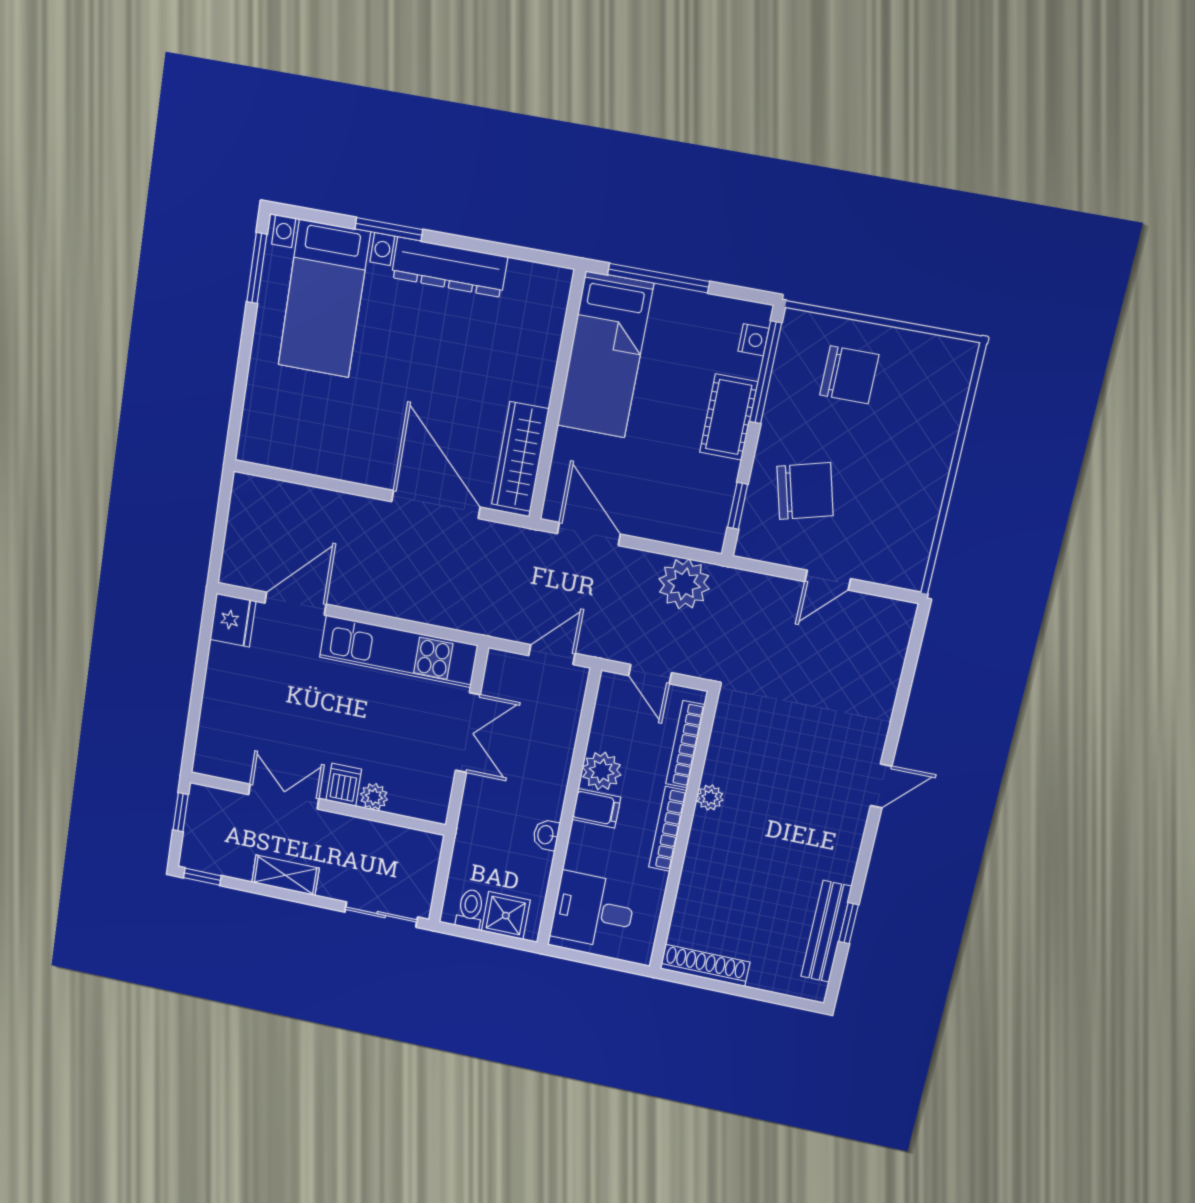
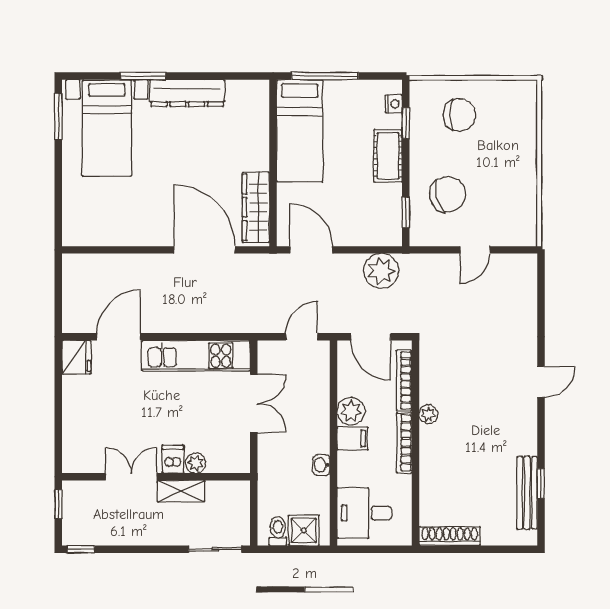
window: (766, 372) -> (406, 123), width x0.46
door: (650, 674) -> (371, 337), width x1.38
shelving: (285, 875) -> (181, 491), moved

